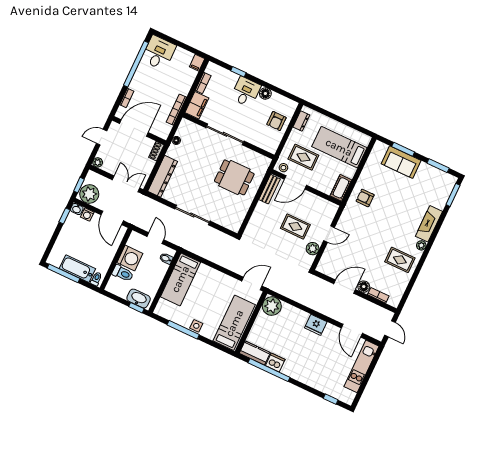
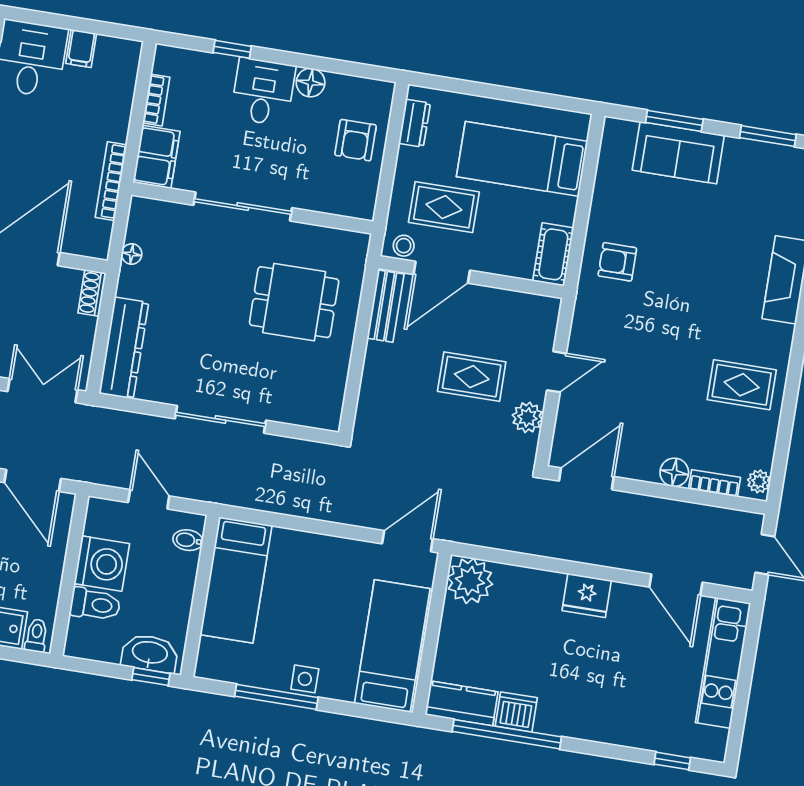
filing cabinet: (197, 63) -> (81, 48), moved
plant: (421, 245) -> (759, 481), moved
door: (345, 287) -> (586, 479), moved

